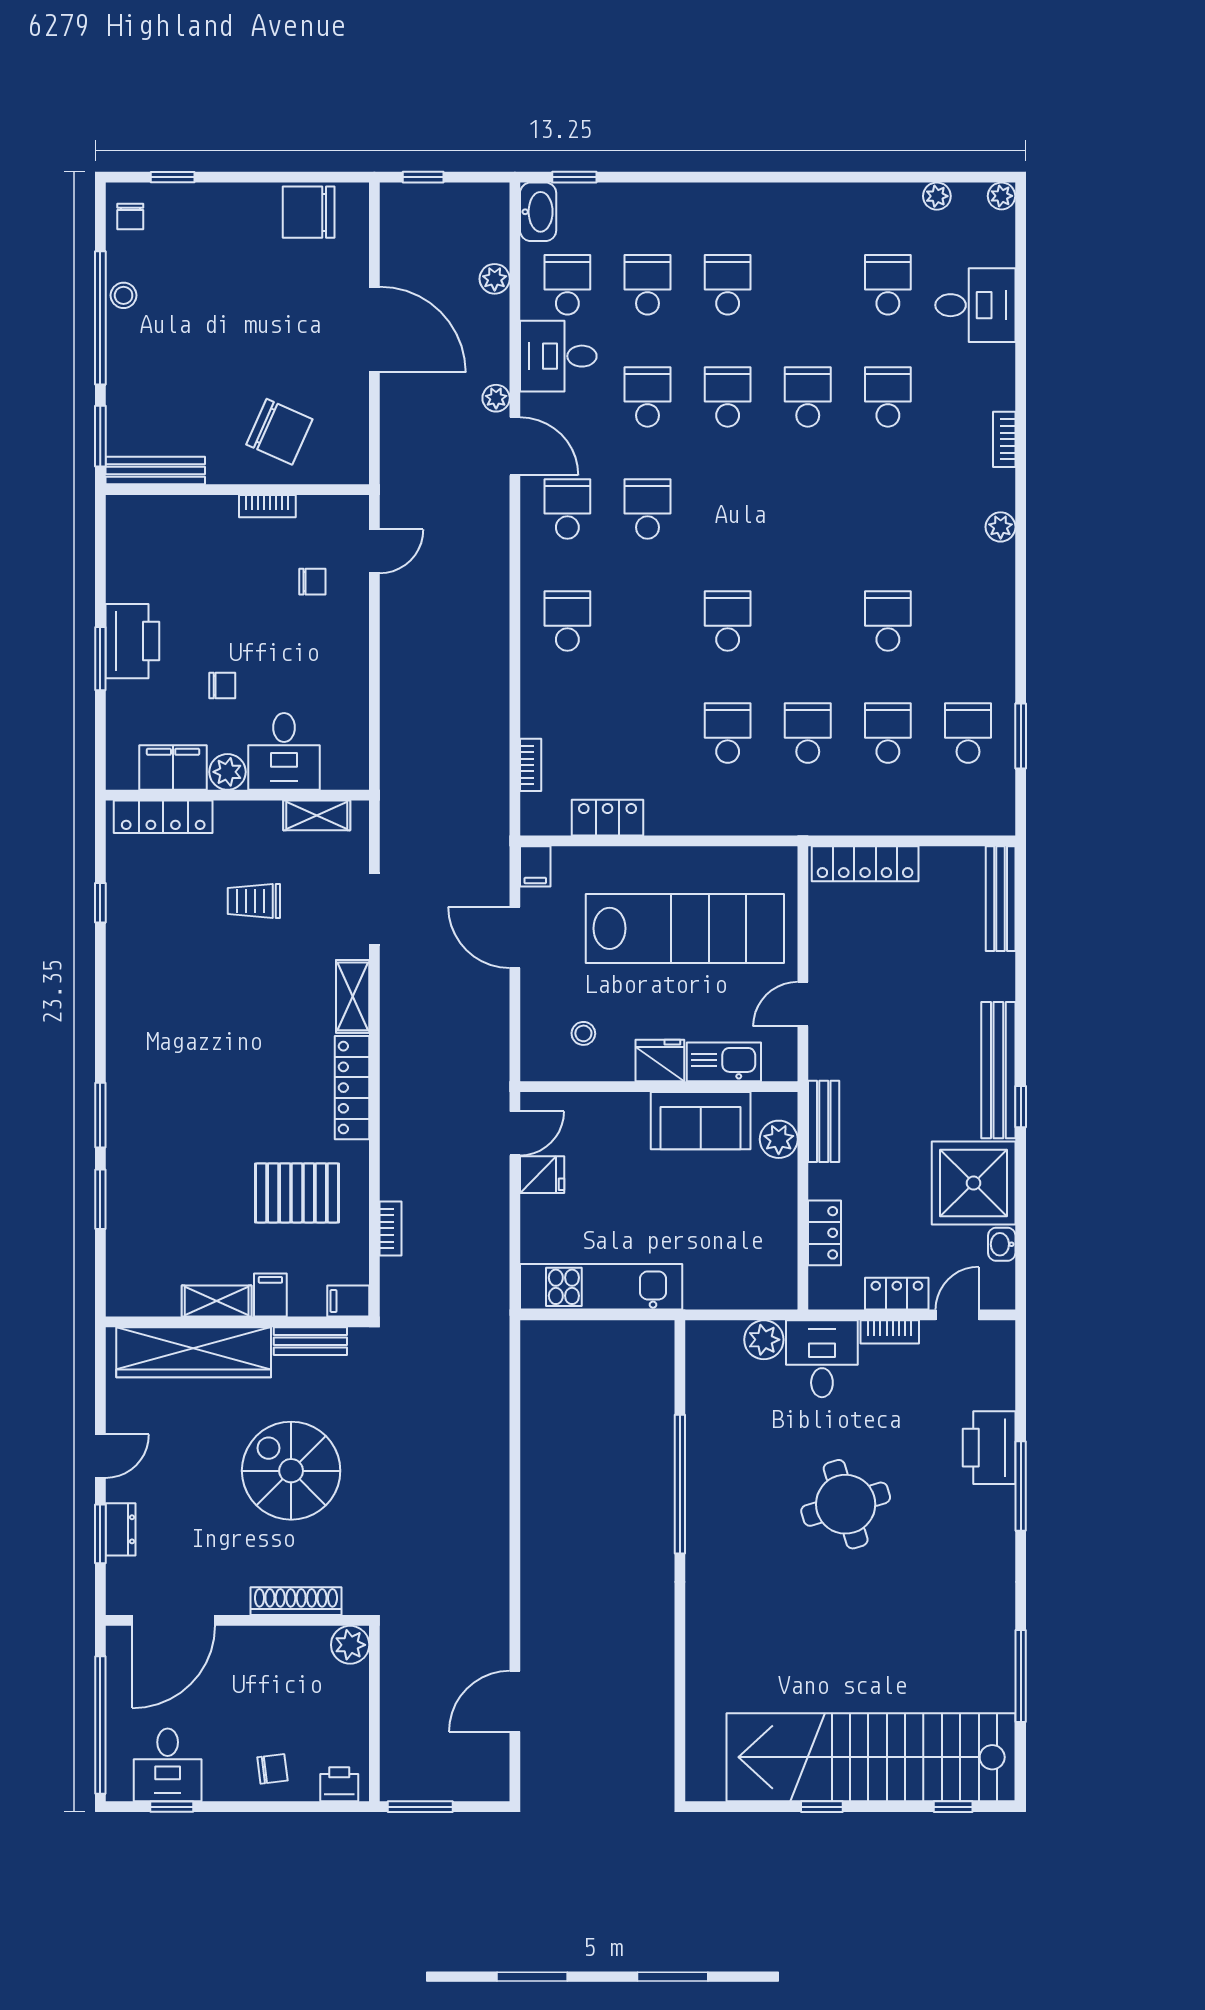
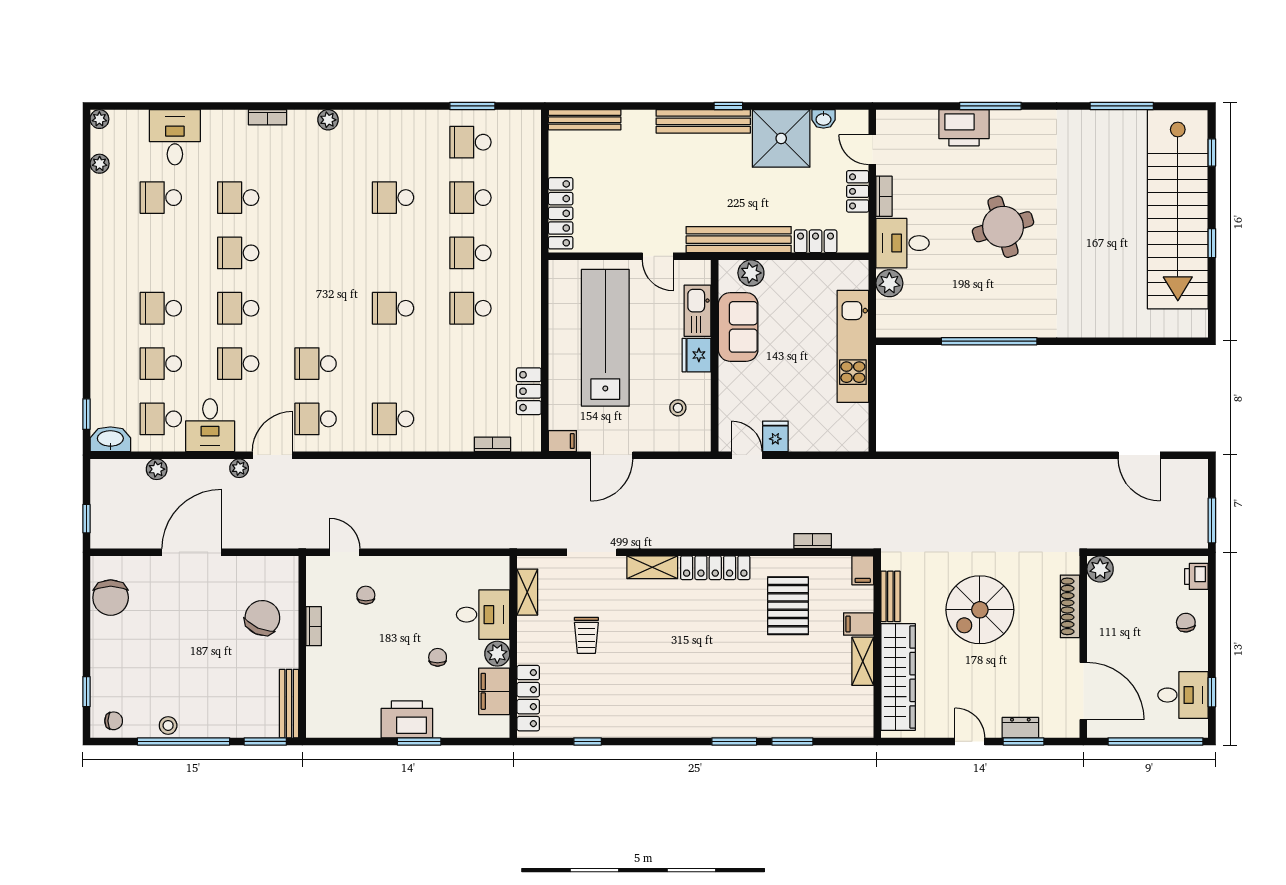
bench: (824, 1121) -> (739, 240), width x1.86, depth x1.21
kitchen unit: (601, 1287) -> (853, 346), moved

